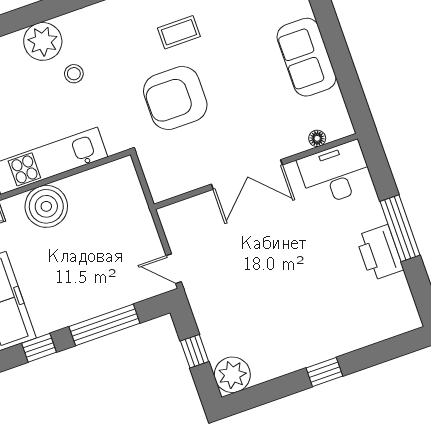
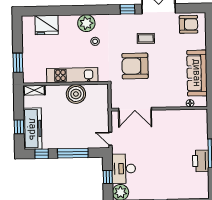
sofa: (306, 57) -> (197, 73), width x1.36
desk: (335, 173) -> (124, 169), moved, turned -90
double door: (247, 175) -> (135, 109), moved
boiler: (46, 206) -> (76, 94), moved

